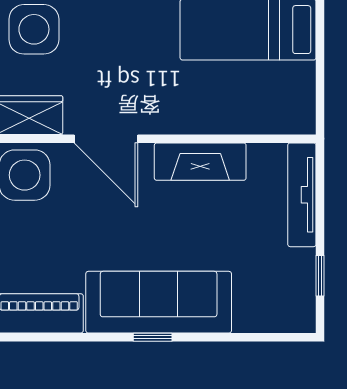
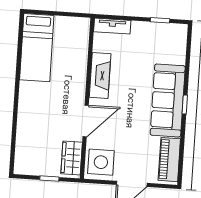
side table: (34, 29) -> (30, 153), removed
tv unit: (302, 195) -> (112, 26), width x0.71

